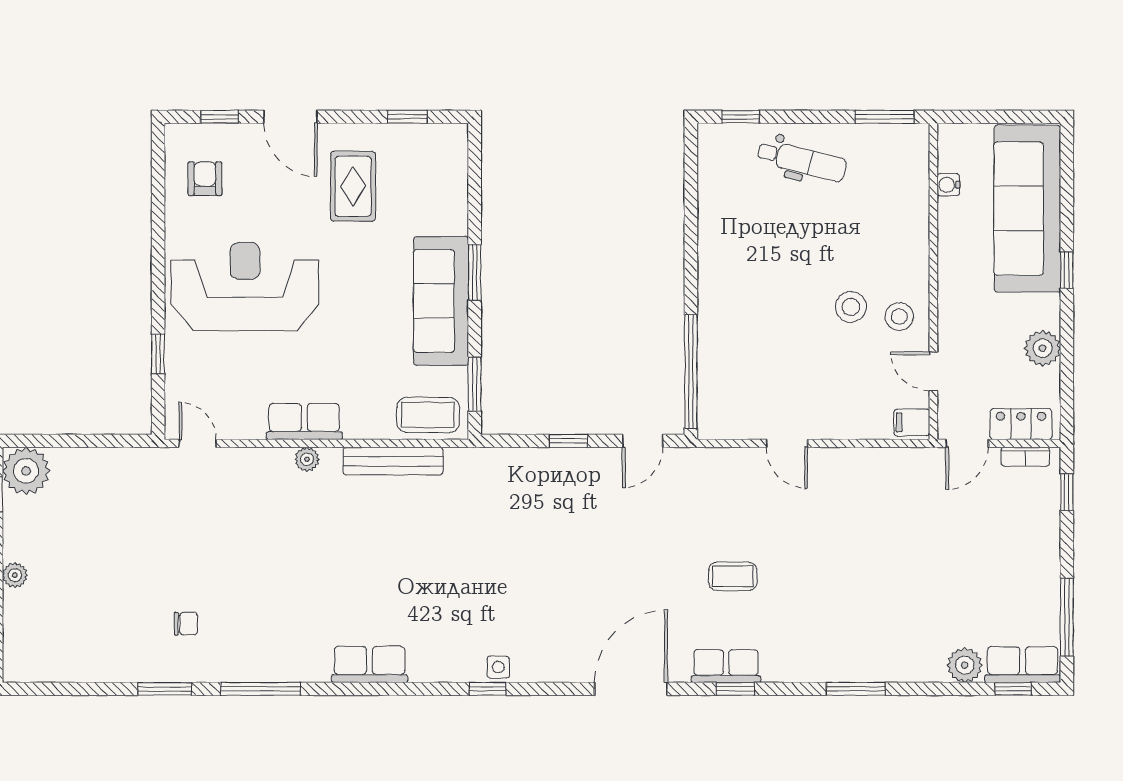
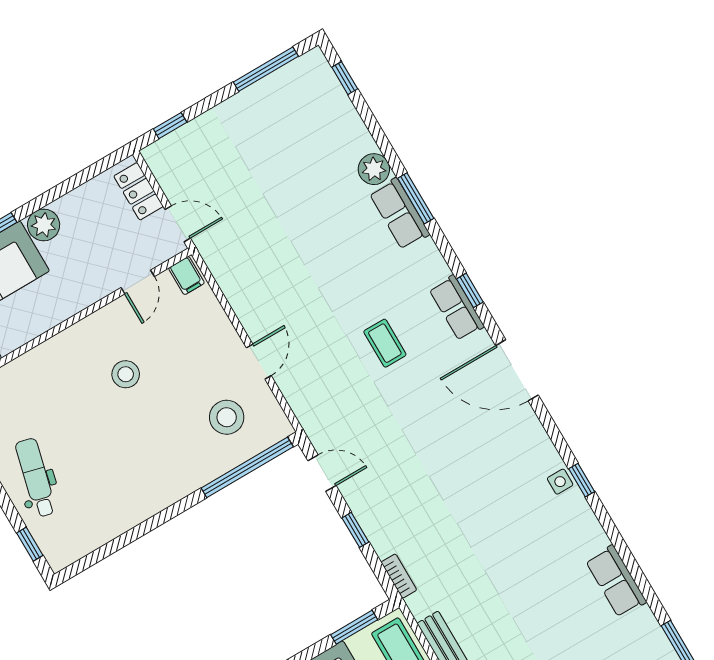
stool: (899, 317) -> (227, 417), moved, width x1.38, depth x1.38
plant: (1043, 348) -> (44, 225), moved
bookcase: (1025, 457) -> (399, 576), moved
plant: (965, 665) -> (374, 169), moved
row of seats: (1023, 665) -> (400, 214), moved

